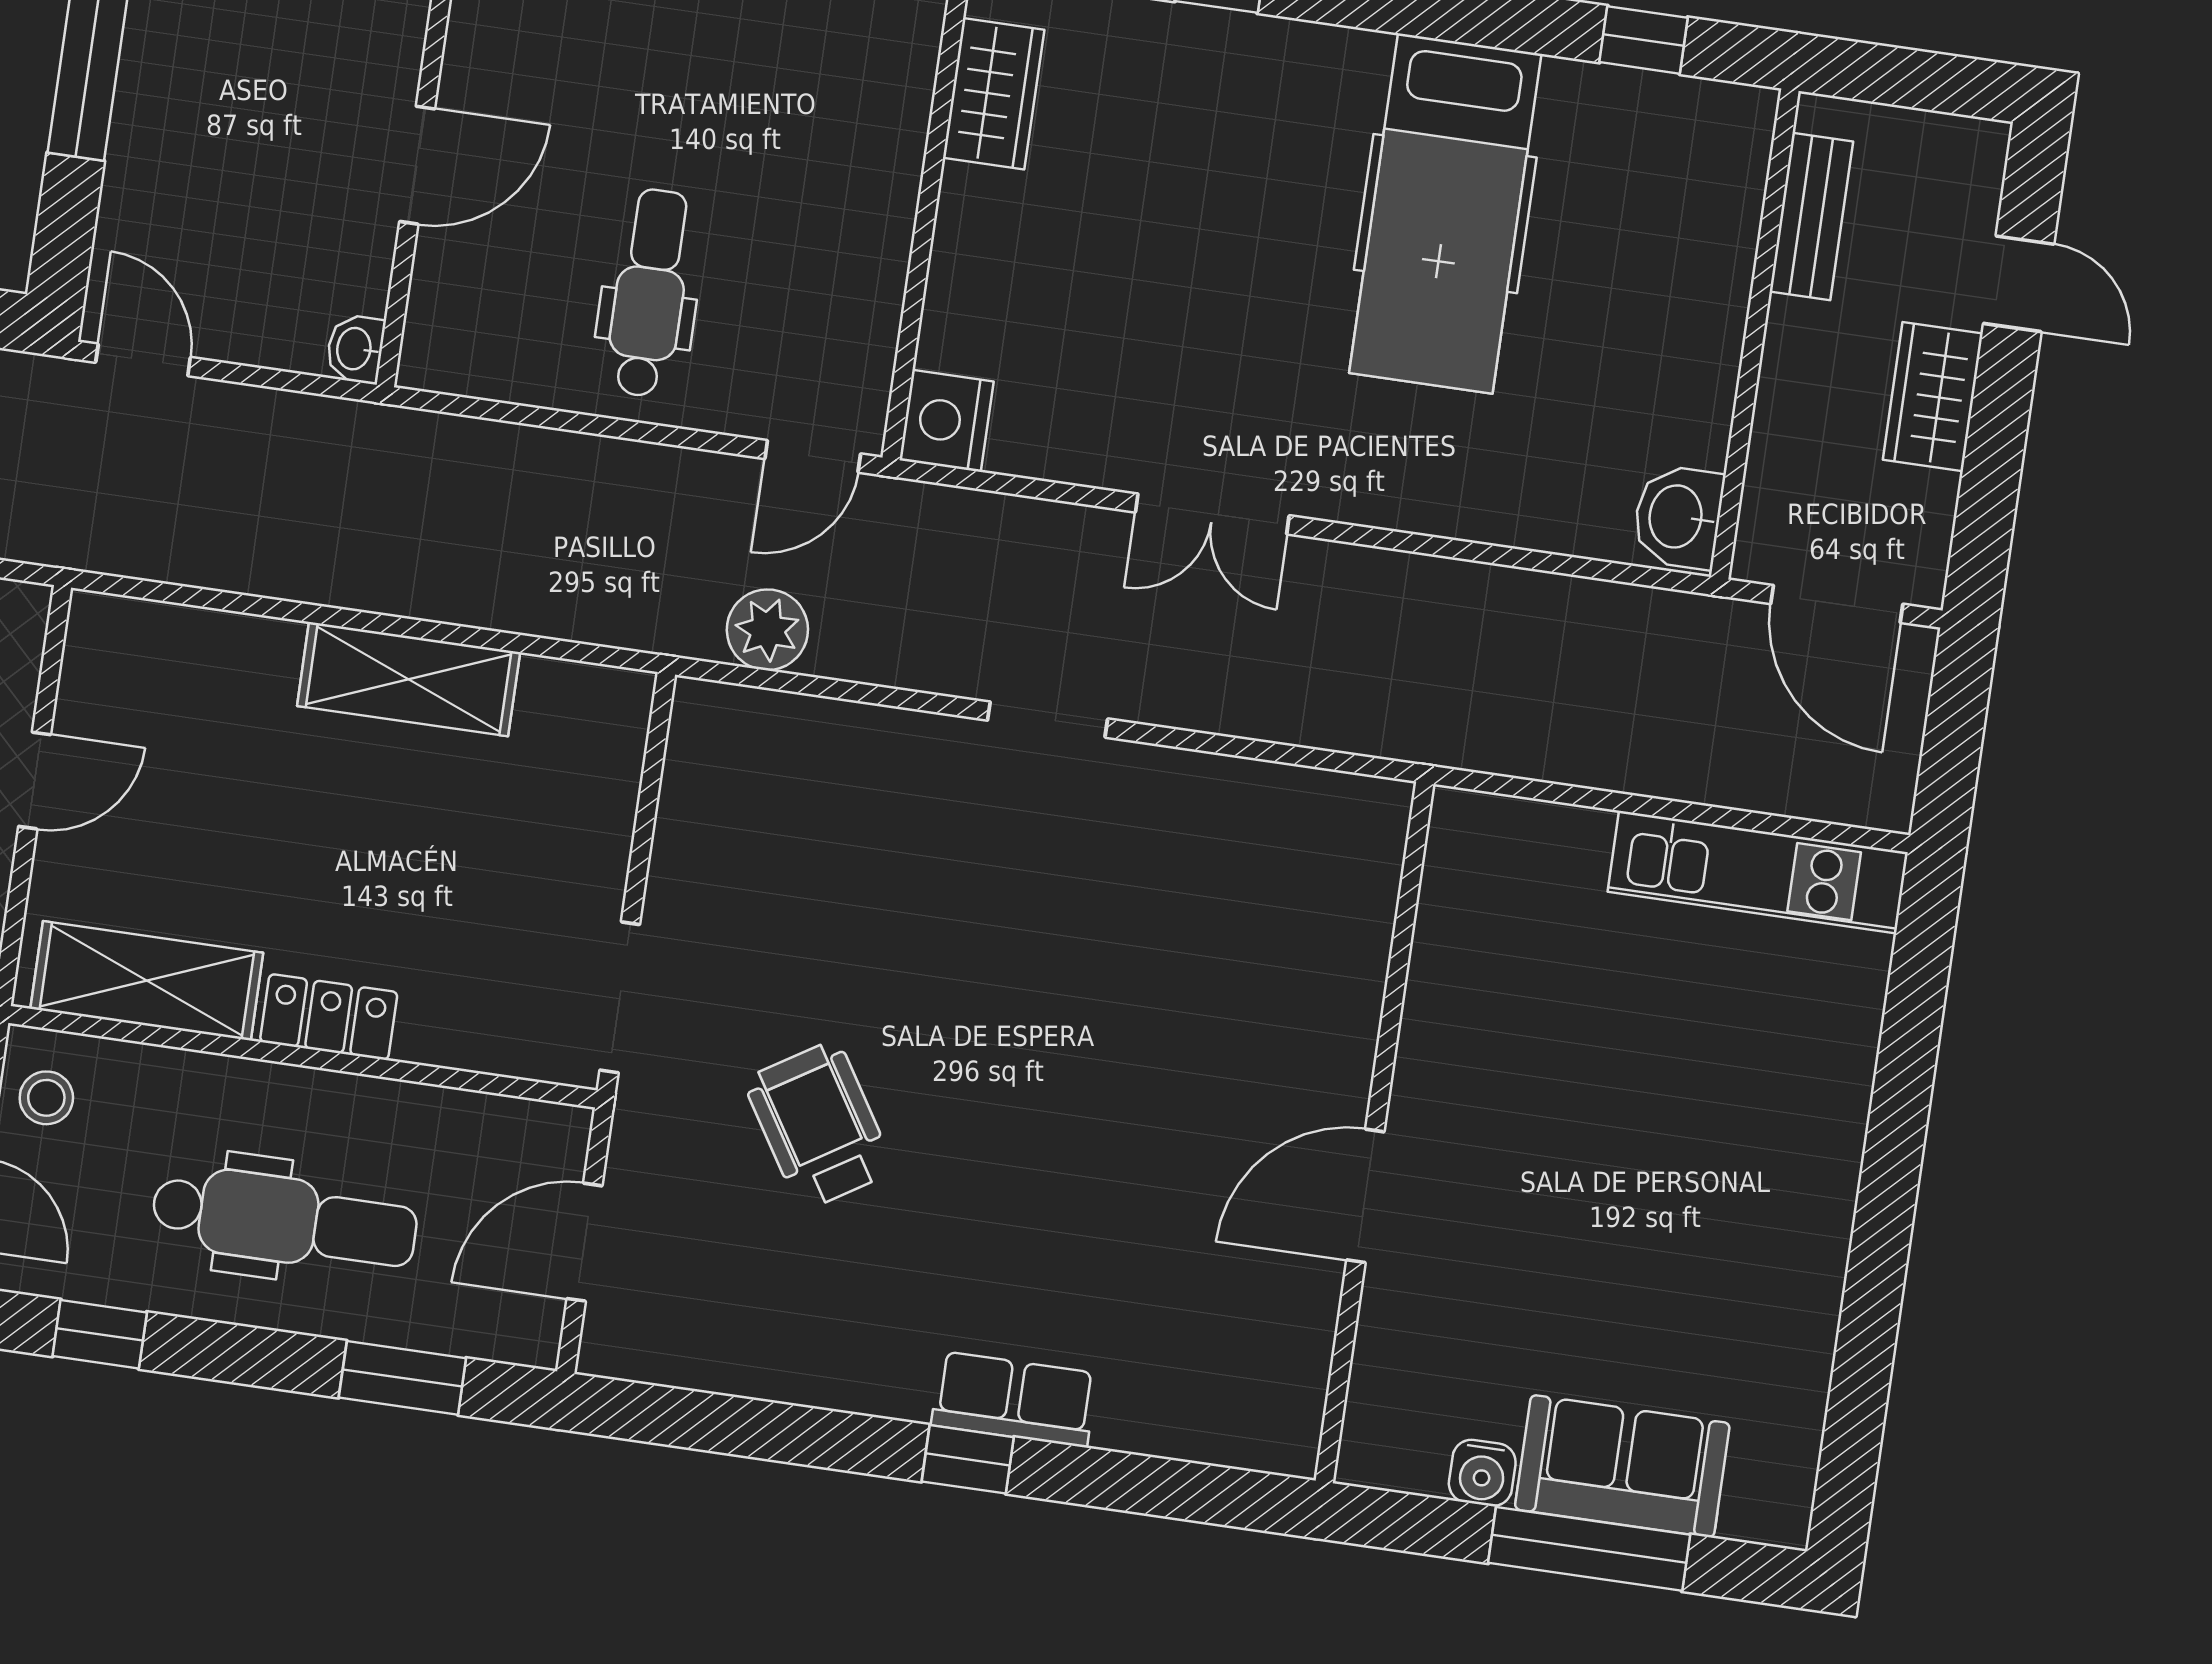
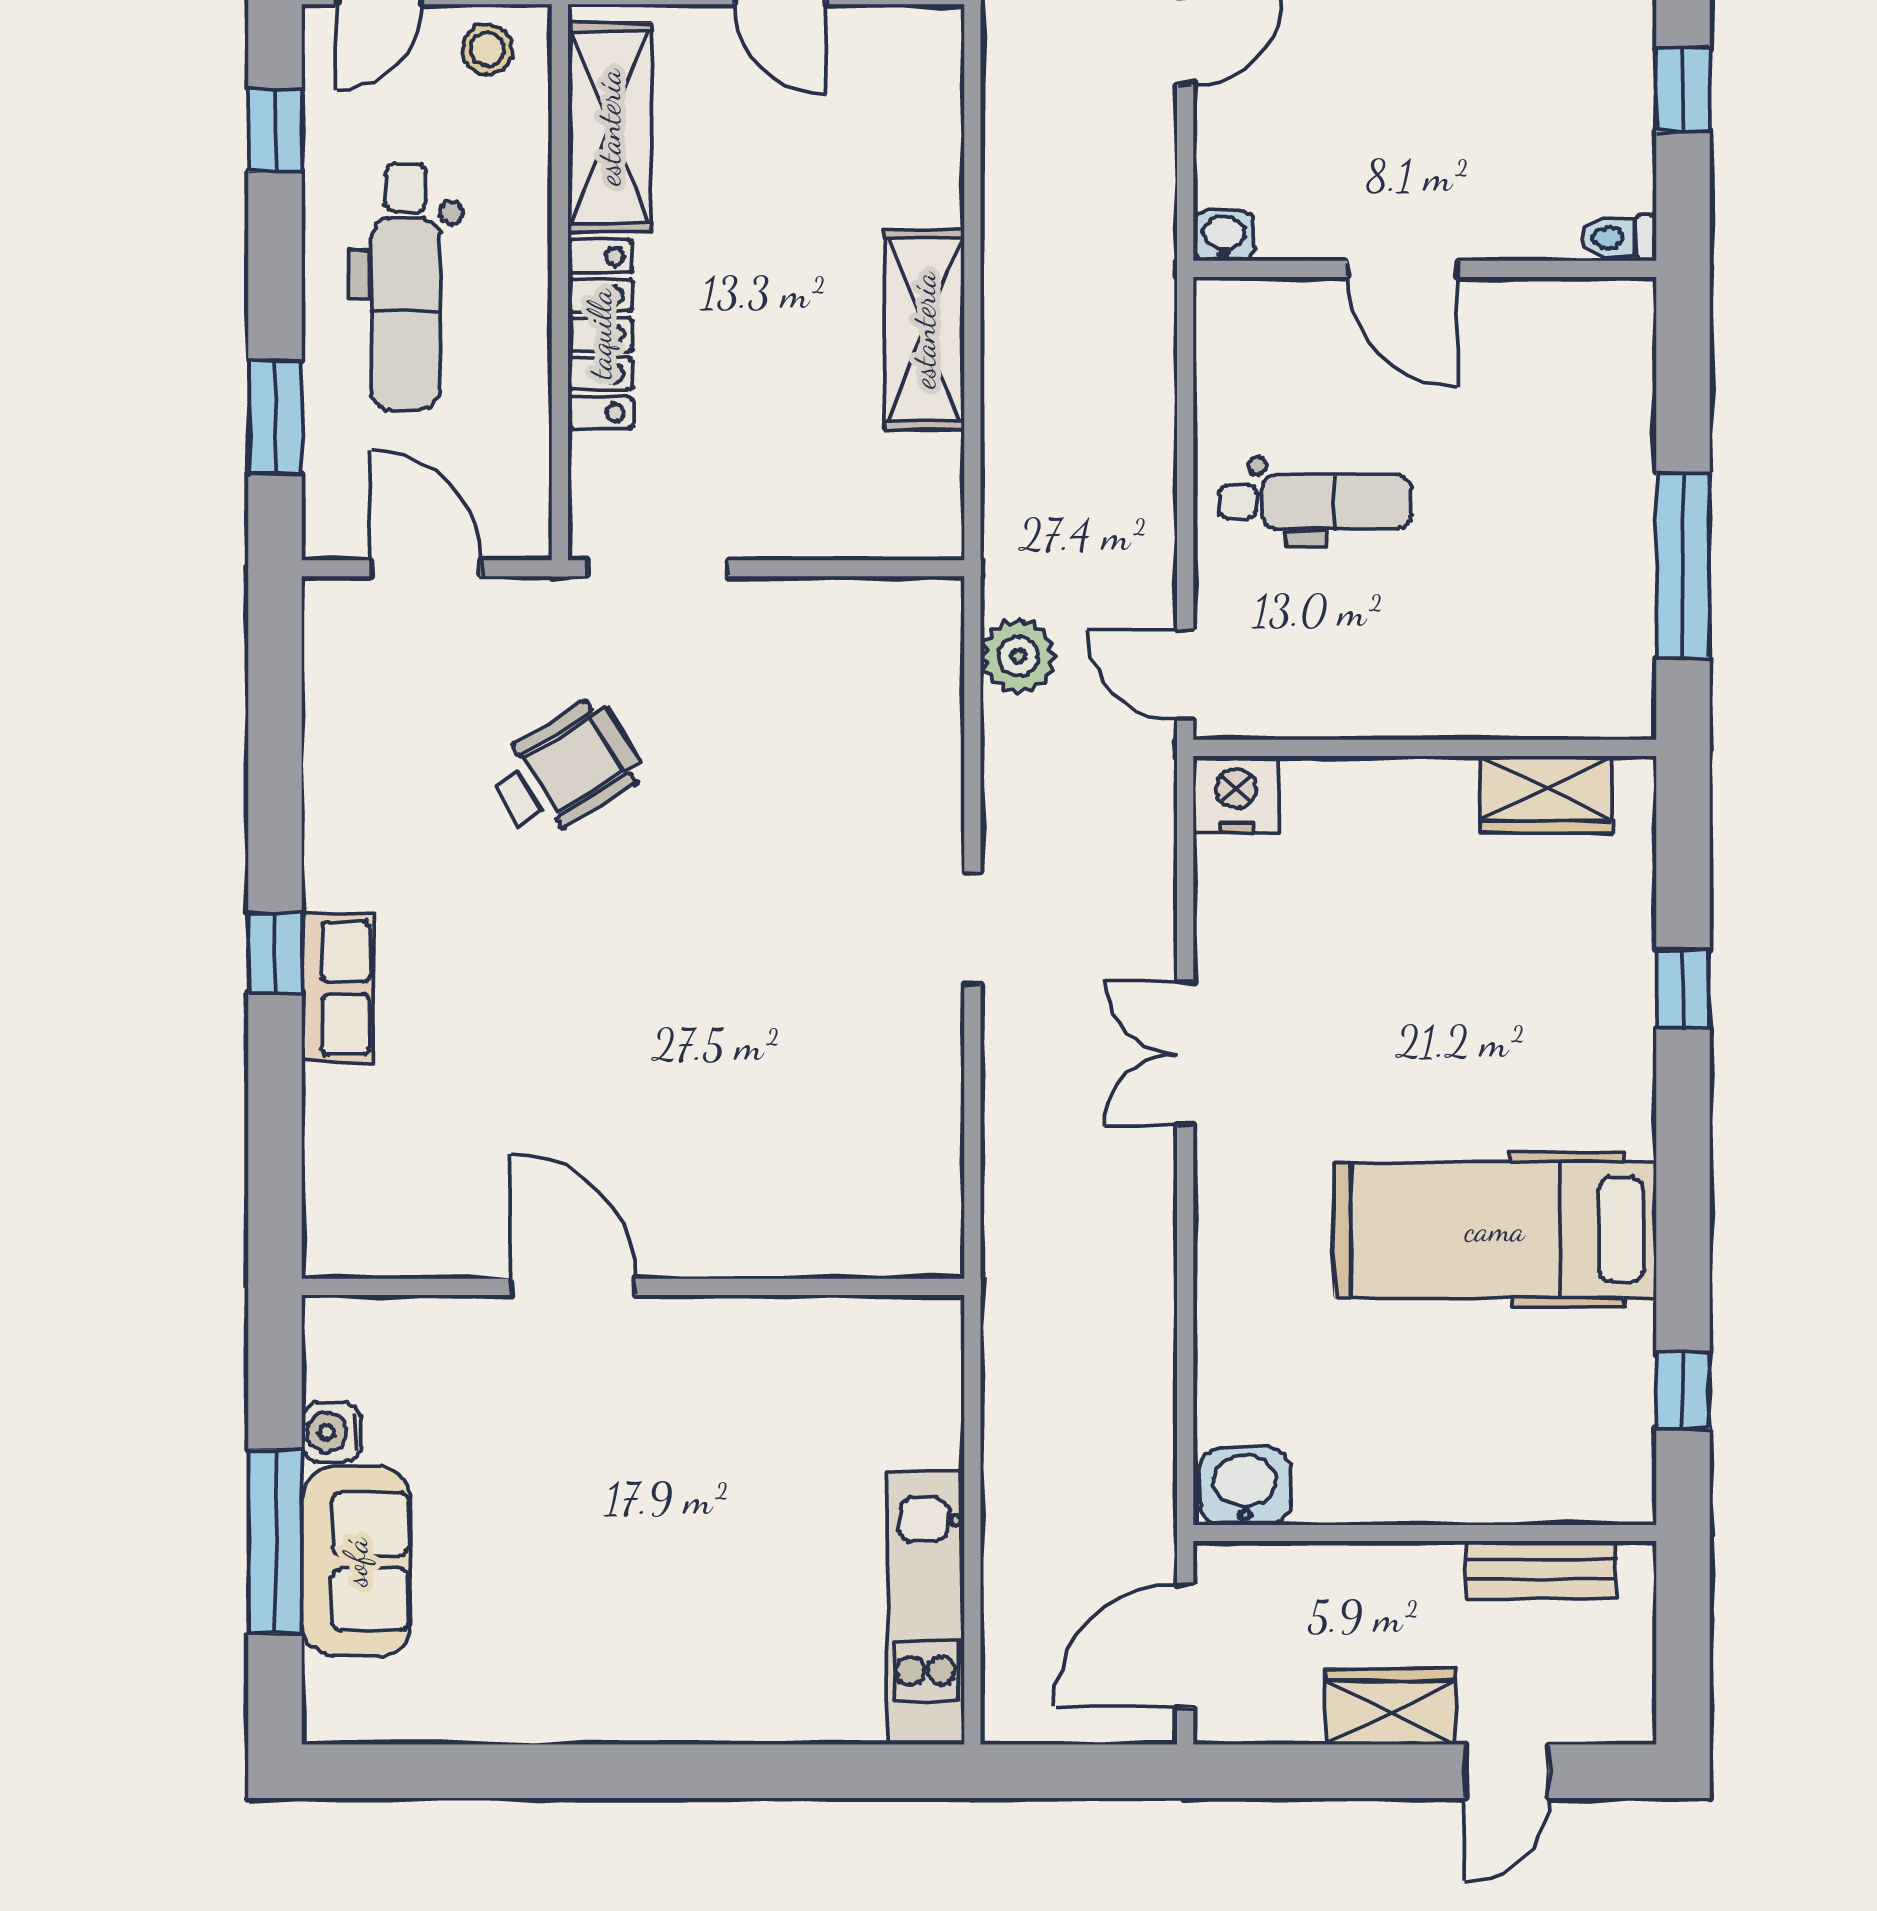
locker: (329, 1017) -> (600, 334), width x1.53

